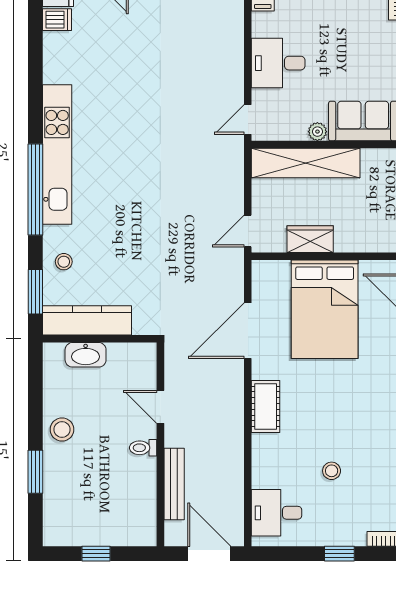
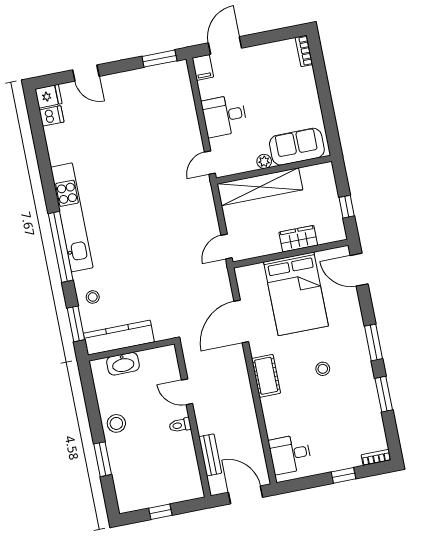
wardrobe: (310, 239) -> (298, 239), moved
stool: (332, 471) -> (323, 369), moved
bench: (174, 484) -> (210, 455), width x0.73

